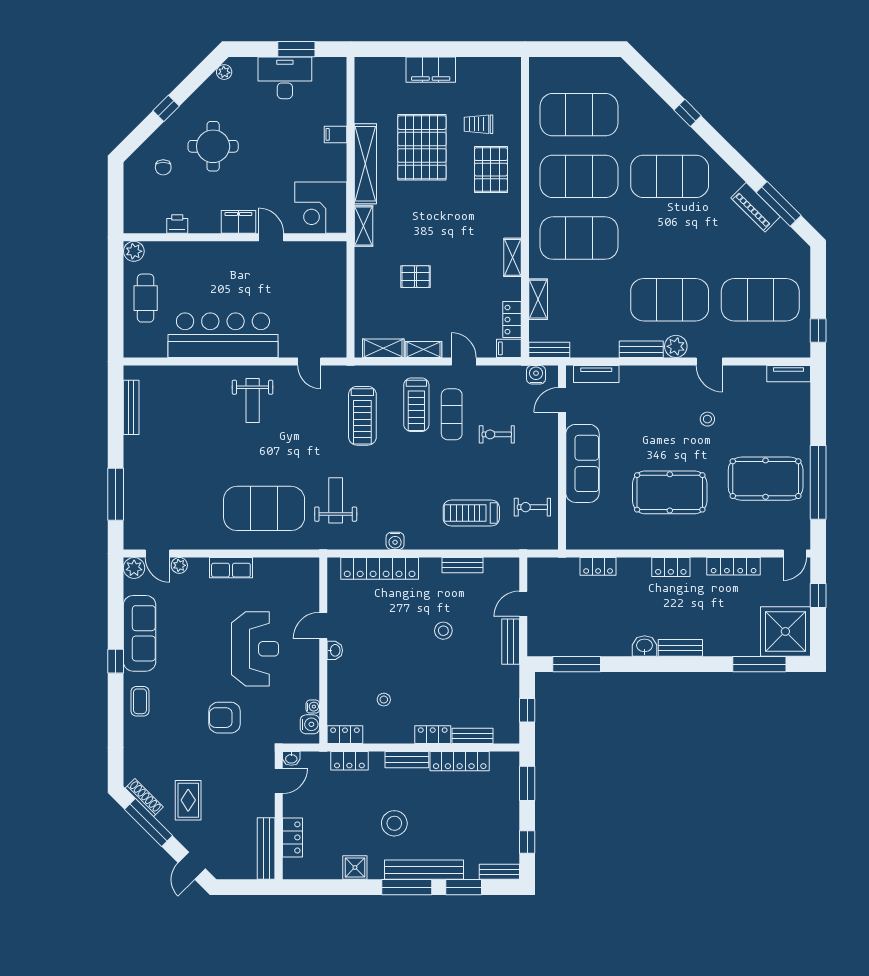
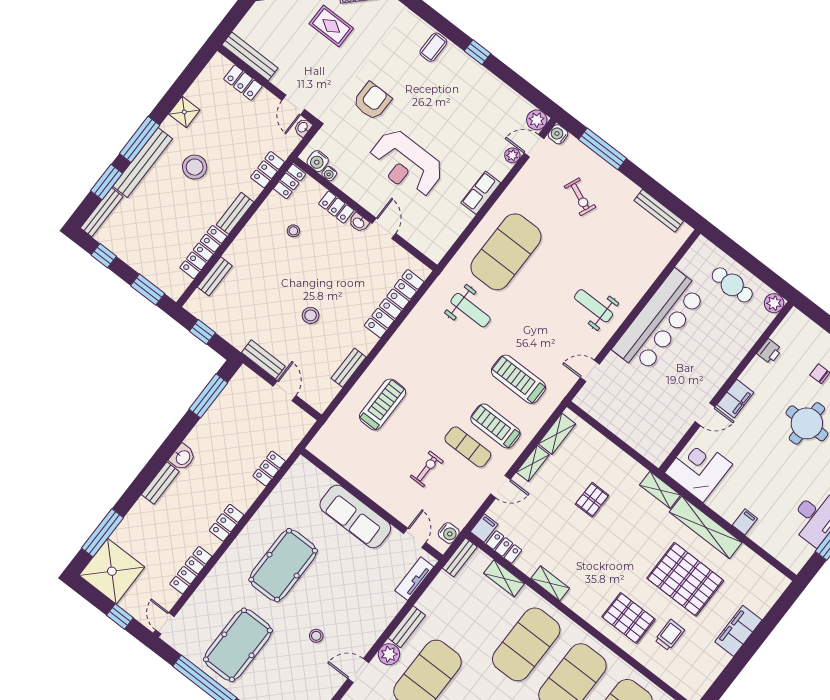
exercise bike: (532, 507) -> (580, 197), moved, turned 113
water cooler: (395, 541) -> (558, 134), moved
sofa: (140, 633) -> (484, 86), removed
coffee table: (140, 701) -> (433, 47), turned 90
locker: (433, 735) -> (336, 207), moved, turned 90
bench: (499, 872) -> (102, 212), width x1.36

